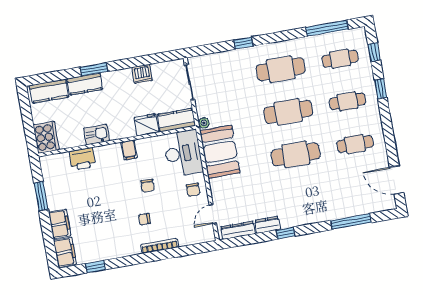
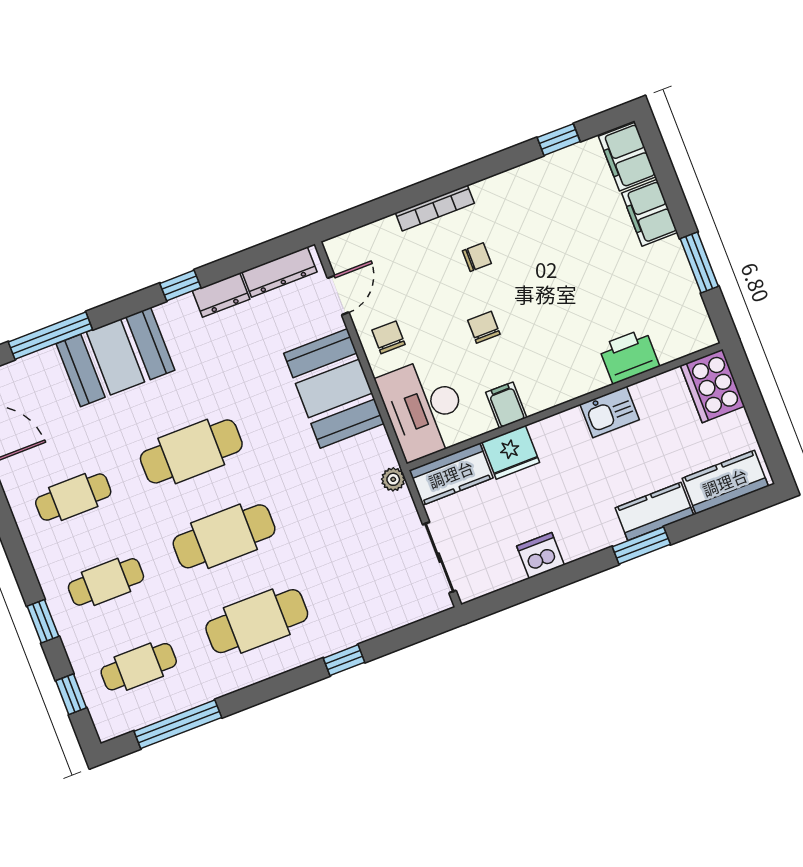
filing cabinet: (129, 150) -> (506, 405), moved
booth: (220, 152) -> (334, 388), moved
booth: (322, 206) -> (116, 357), added

